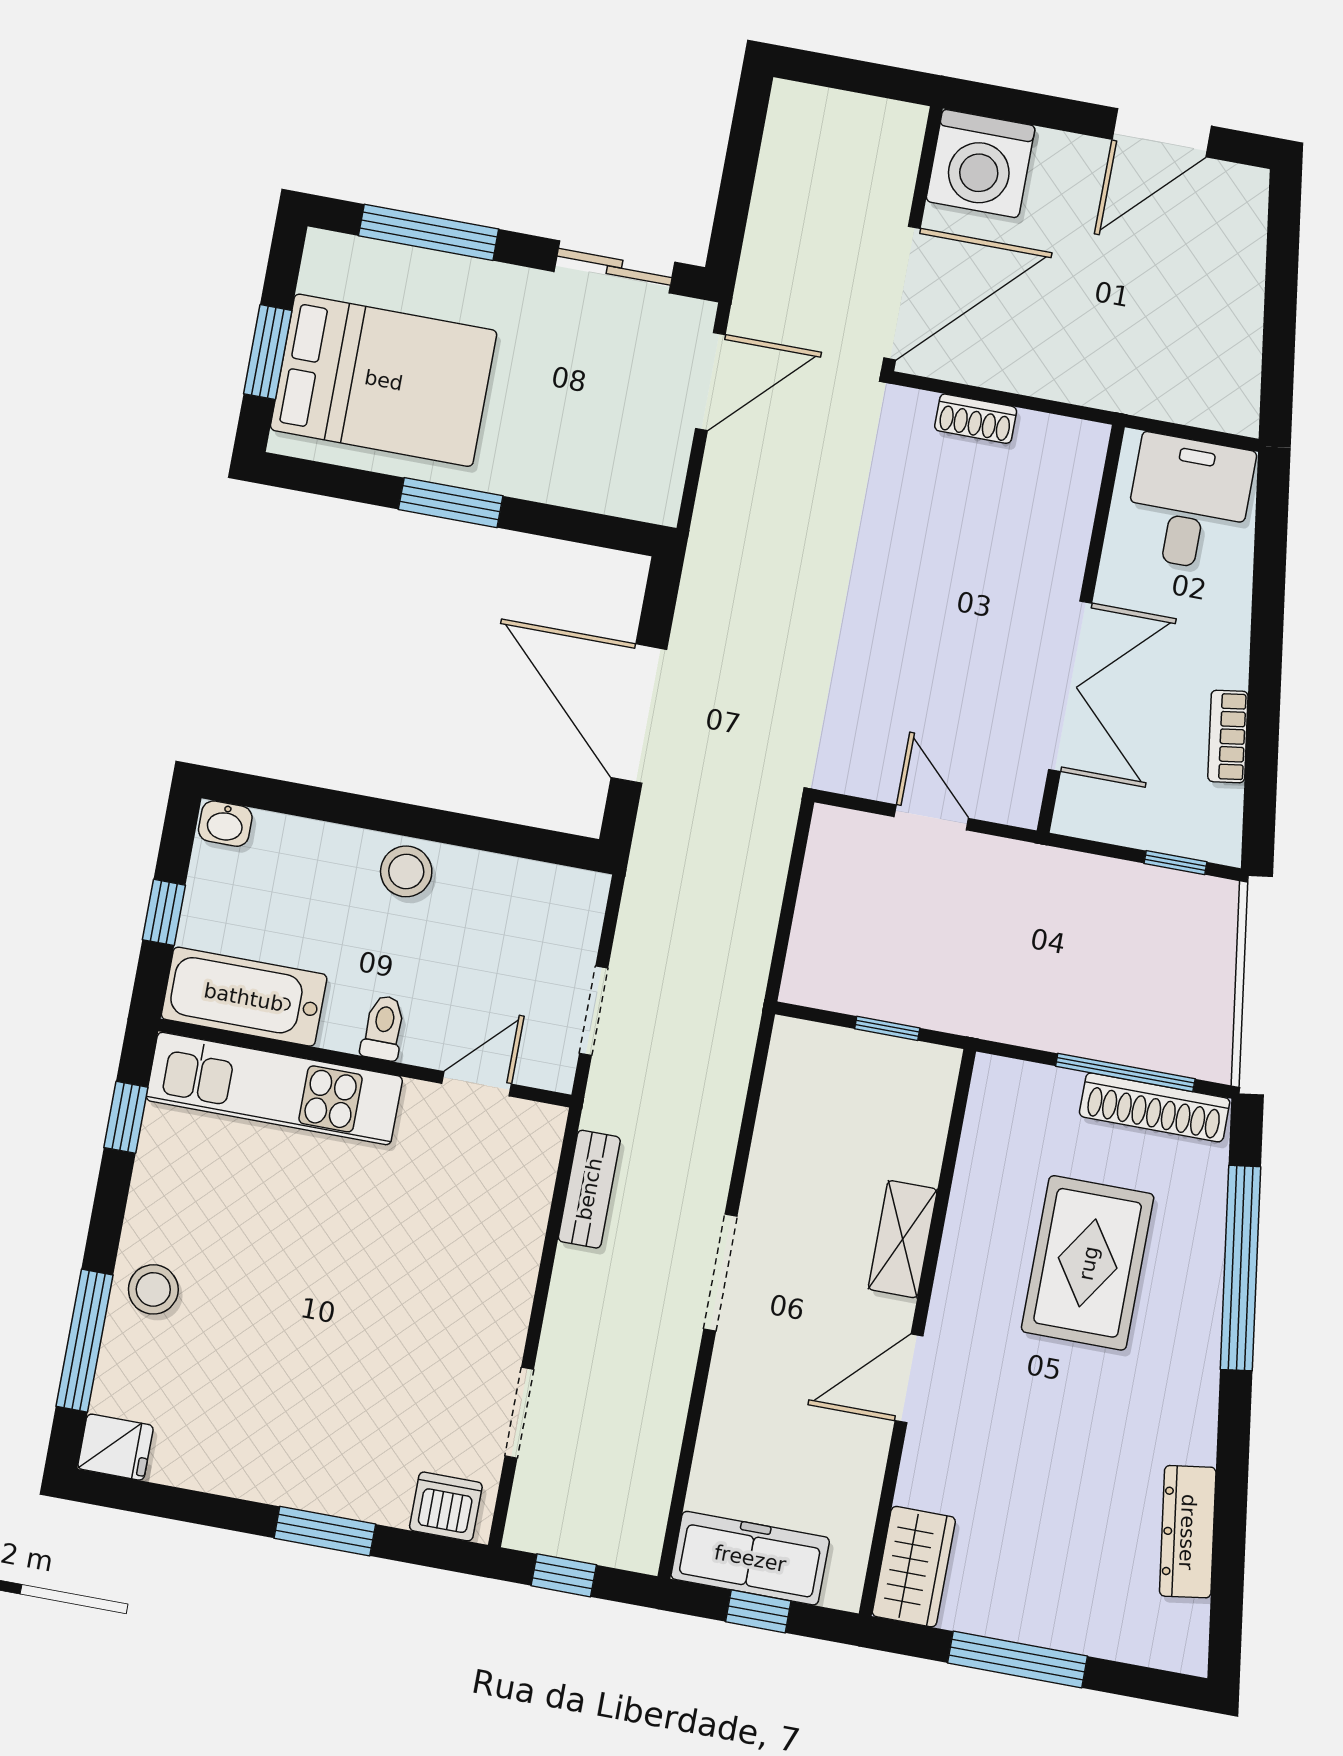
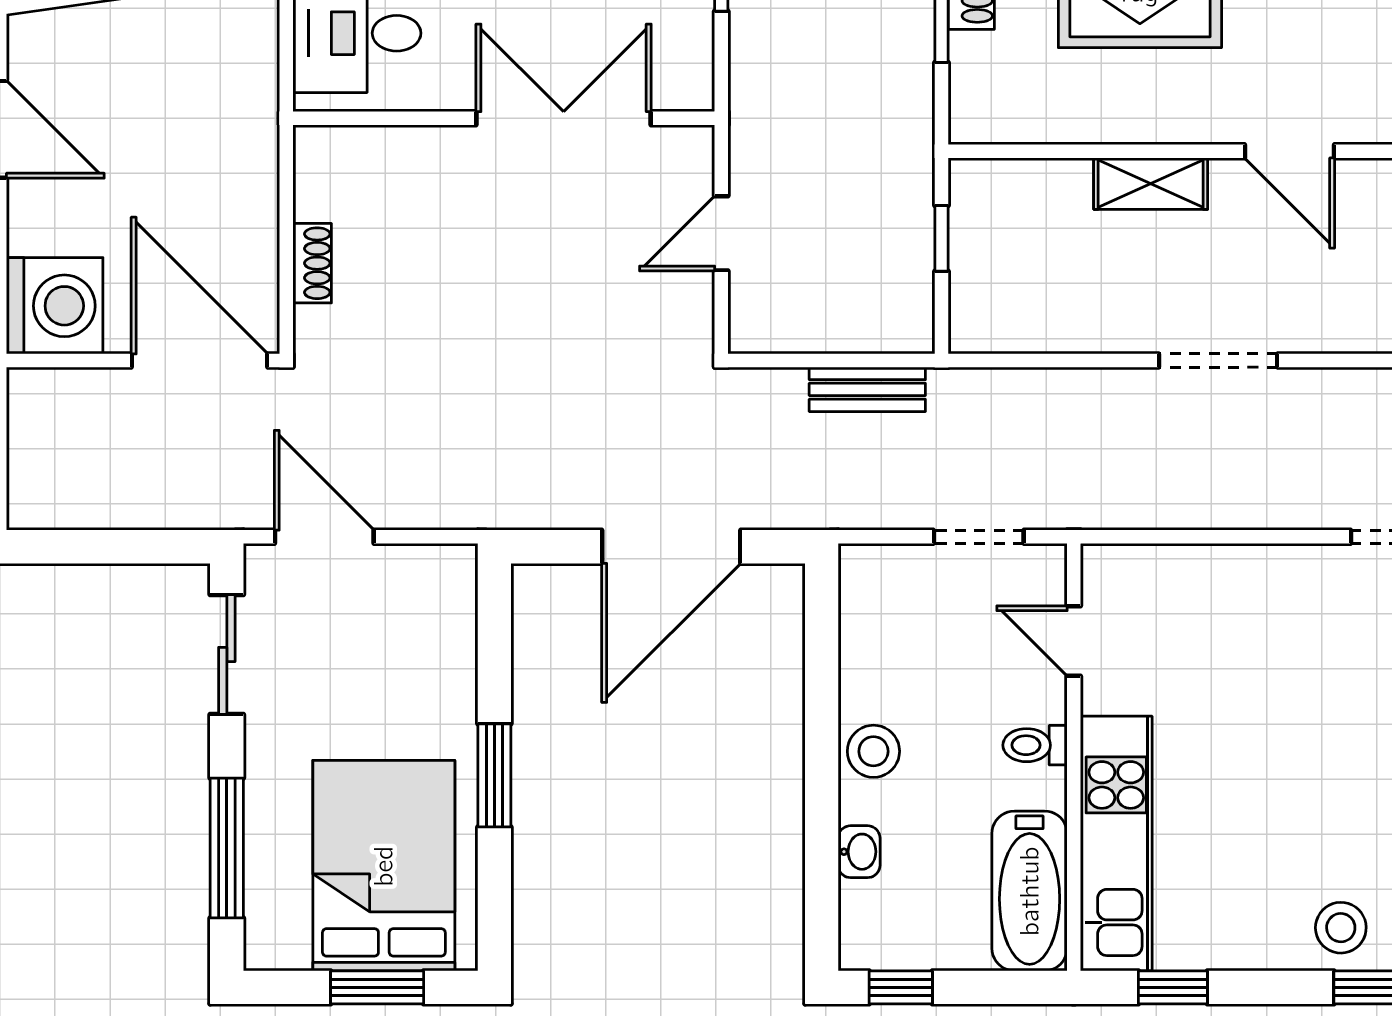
washbasin: (225, 824) -> (859, 852), moved
window: (164, 912) -> (901, 987), moved
bench: (589, 1189) -> (867, 389), moved

